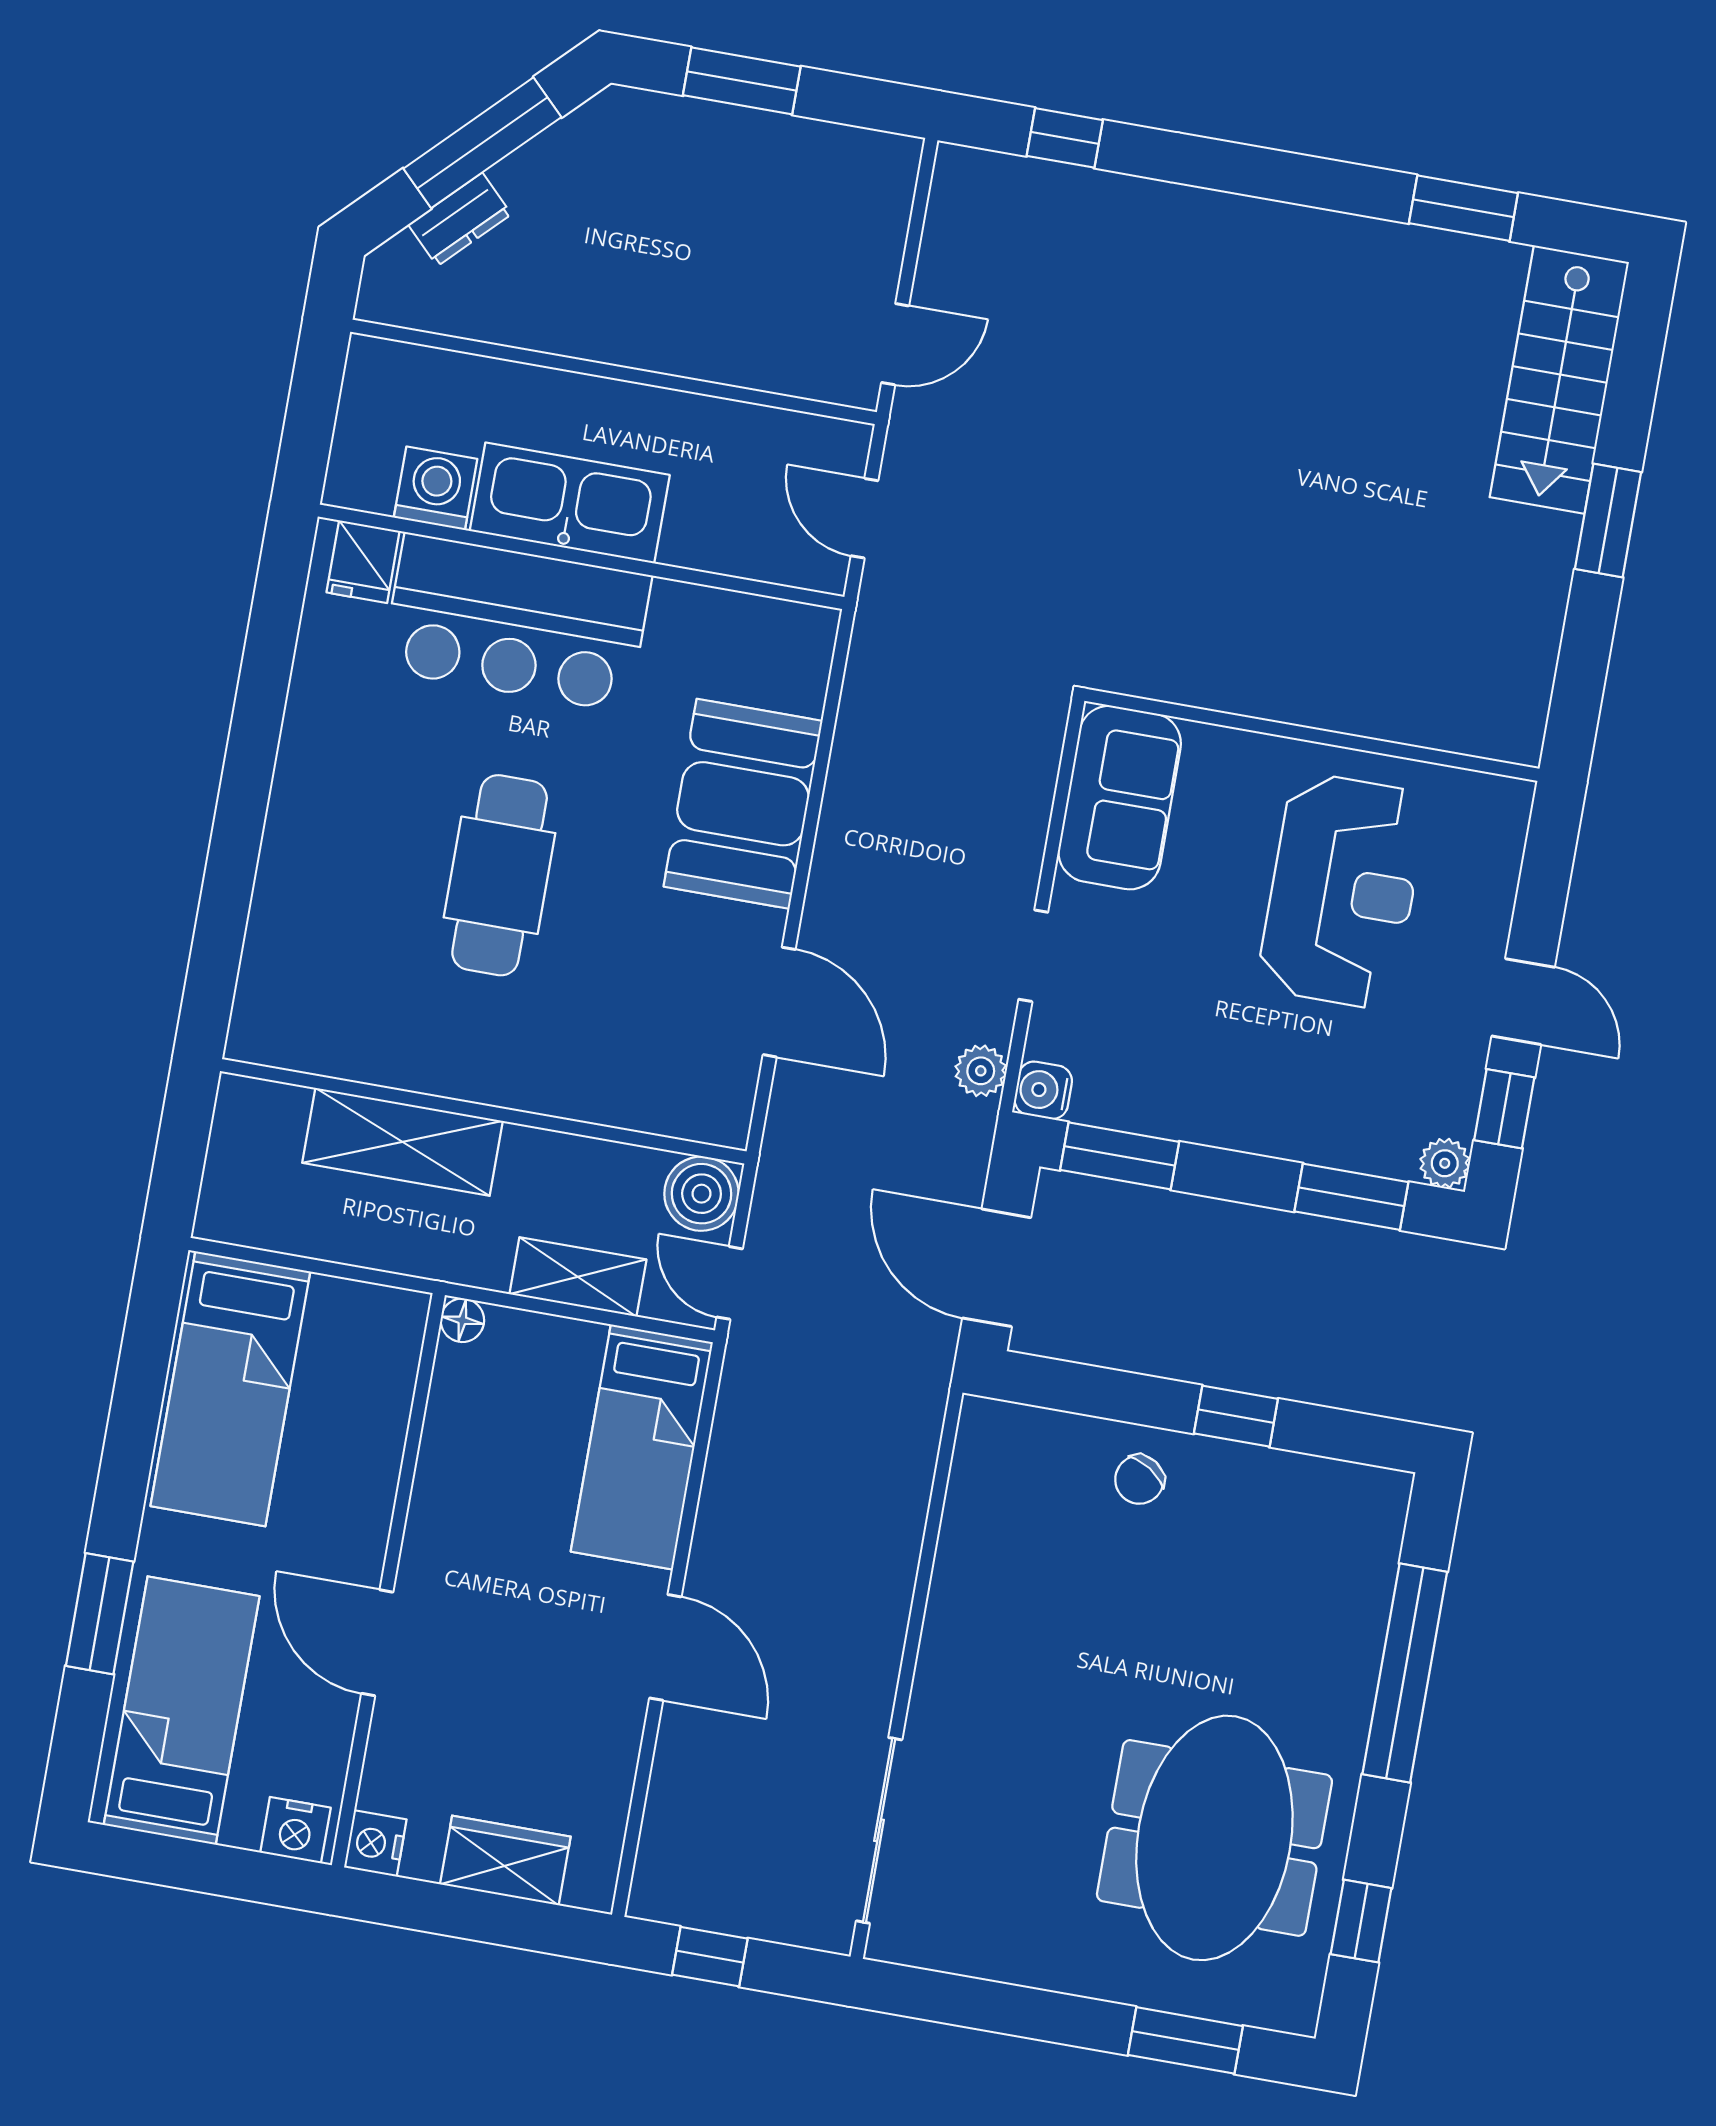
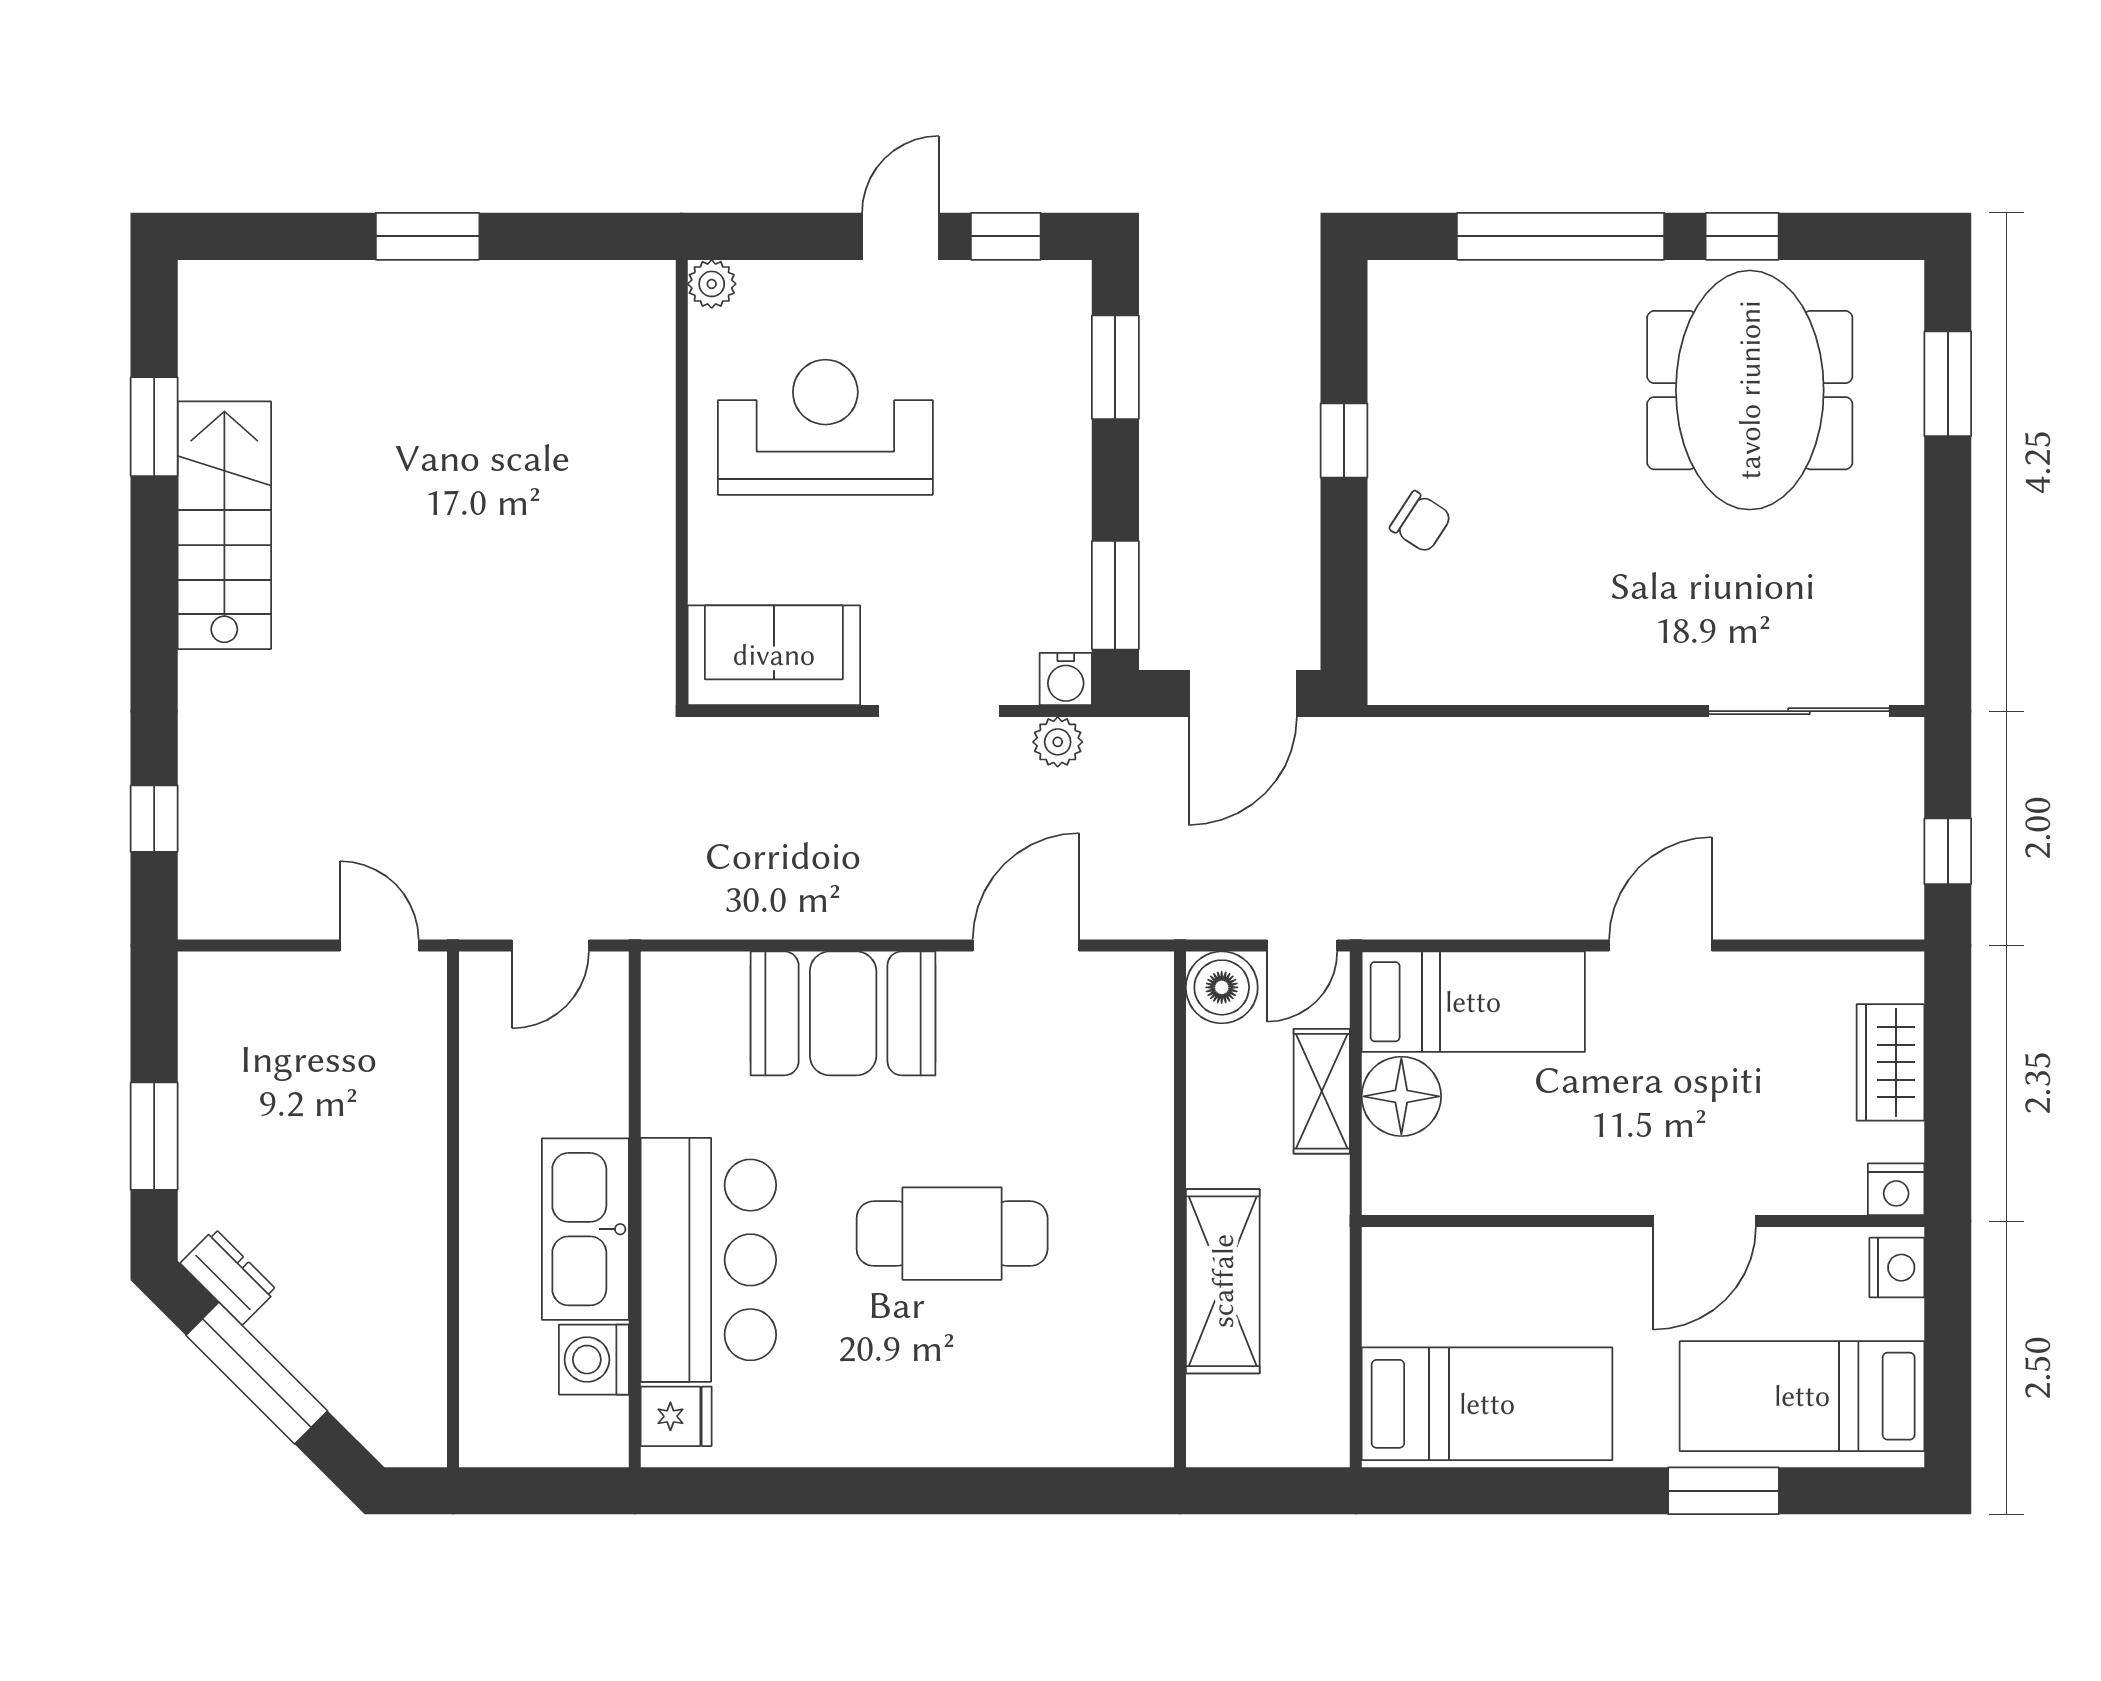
dresser: (460, 219) -> (229, 1277), moved
stairs: (1559, 380) -> (224, 525), moved, turned -90
doorway: (1033, 956) -> (939, 711), width x1.38
plant: (1445, 1163) -> (712, 284), moved
floor lamp: (462, 1320) -> (1401, 1096), moved, width x1.89, depth x1.89
meeting table: (1214, 1838) -> (1750, 390), turned 90
window: (1361, 1921) -> (1742, 236), moved

